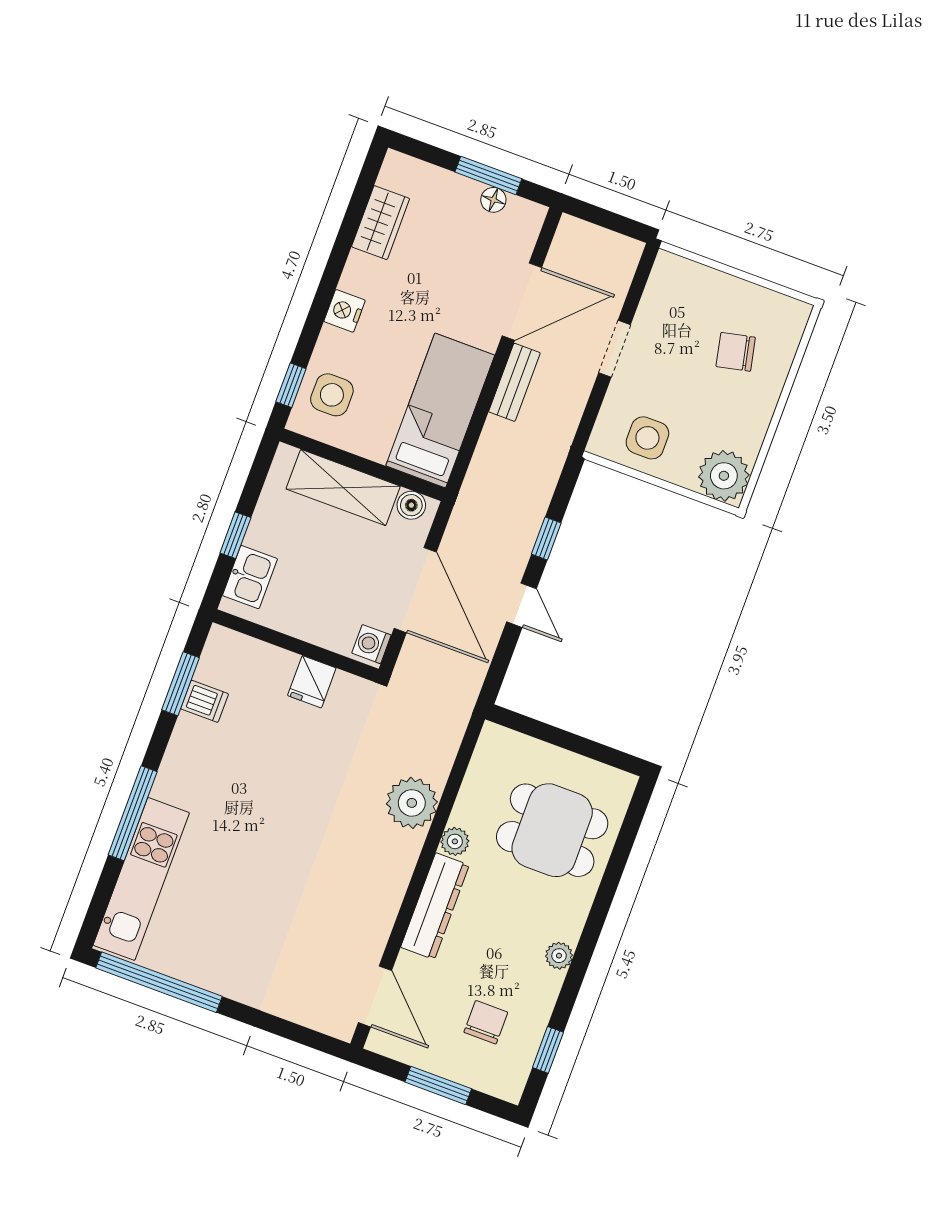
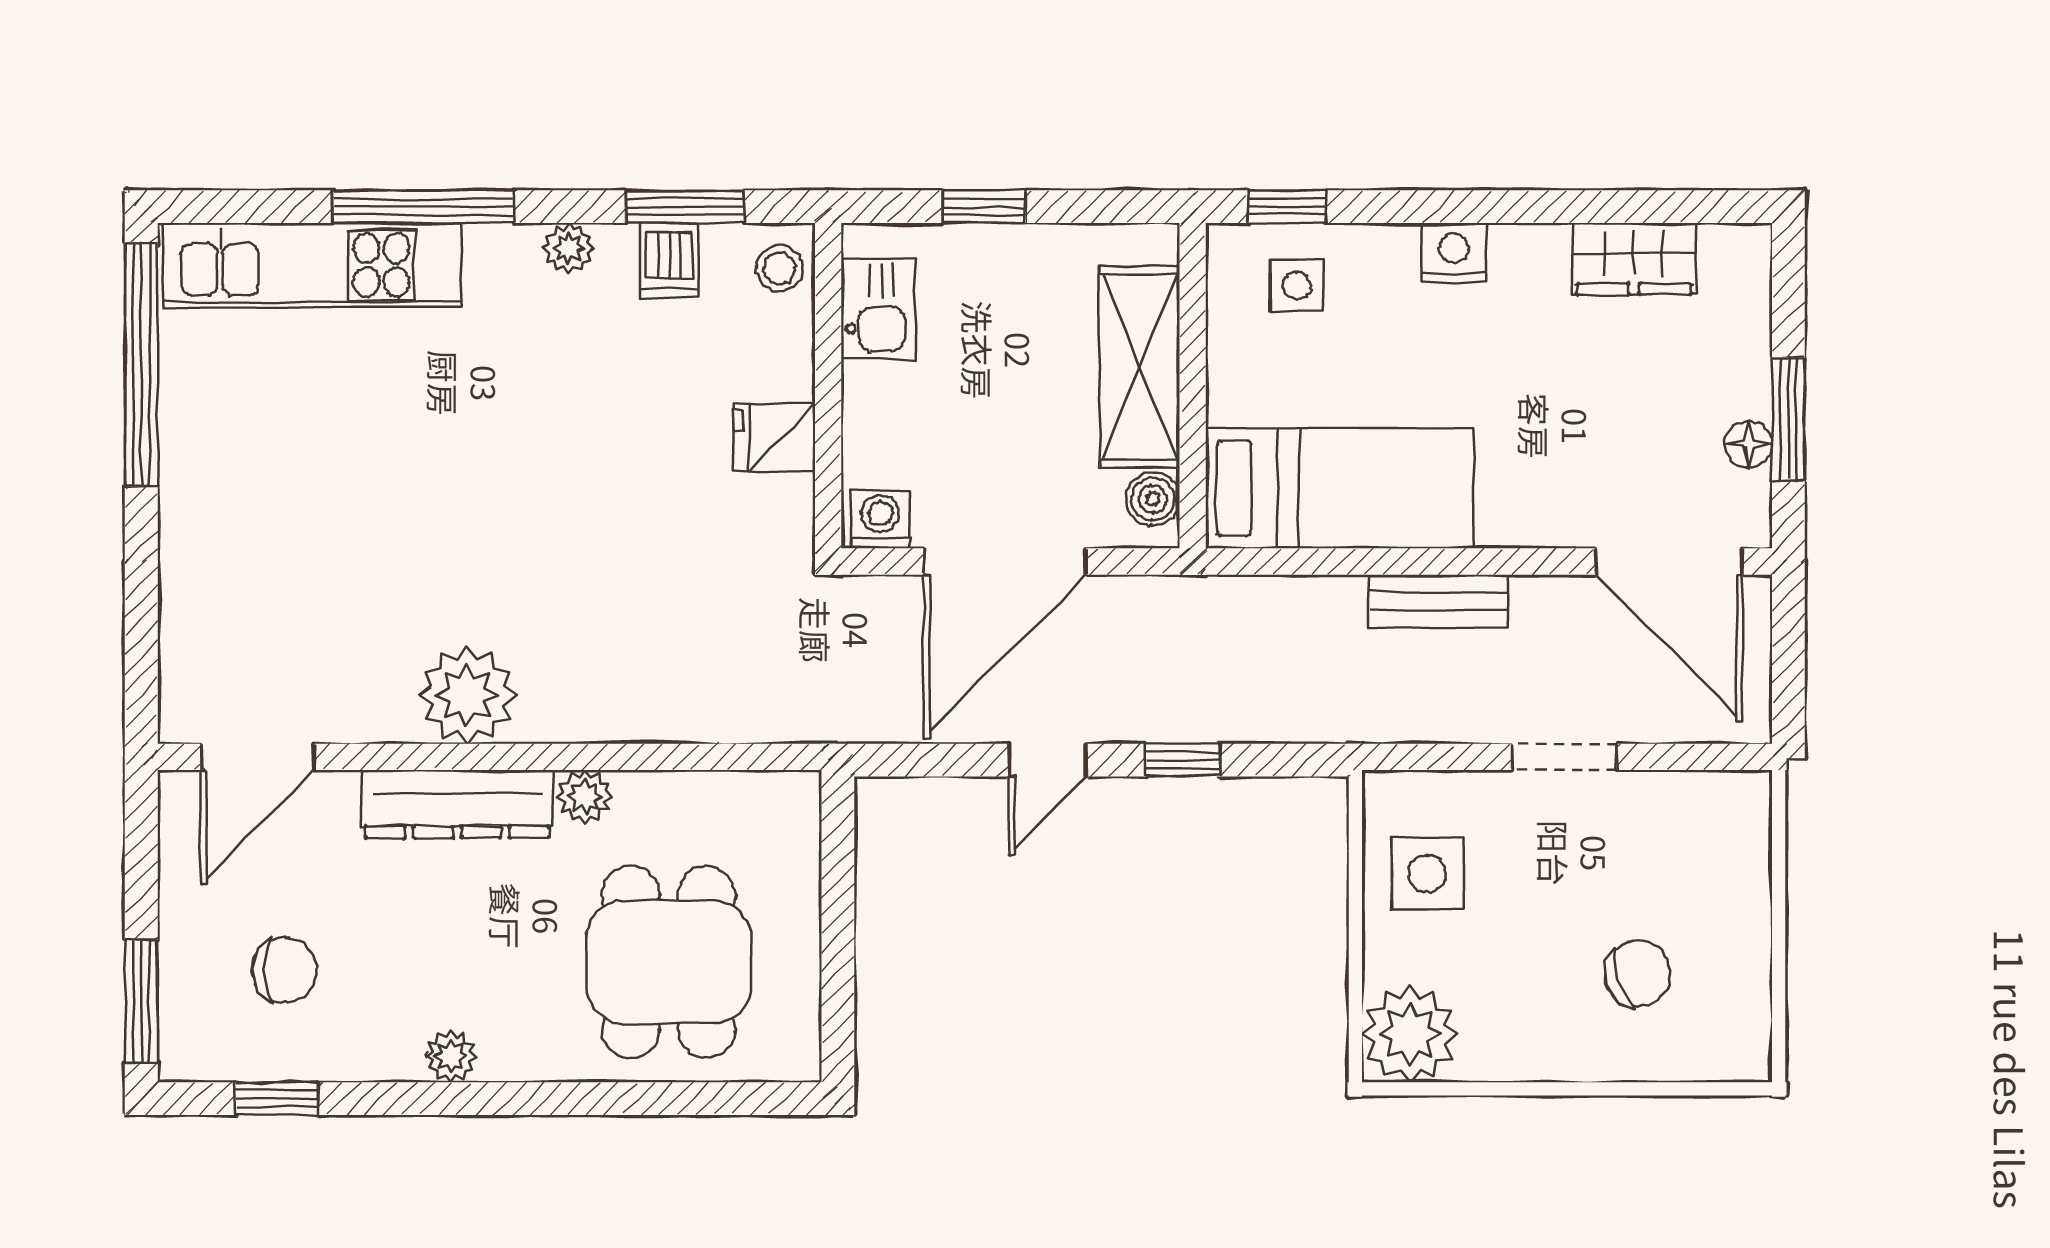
door: (522, 302) -> (1669, 562), moved
chair: (736, 352) -> (1638, 974), turned 84
side table: (332, 395) -> (1297, 286), width x0.73, depth x0.73
kitchen sink: (250, 577) -> (878, 308), moved, turned -90
stool: (229, 648) -> (779, 269), added
plant: (180, 749) -> (569, 248), added
plant: (412, 803) -> (467, 695), moved
window: (438, 1085) -> (141, 1001), moved

